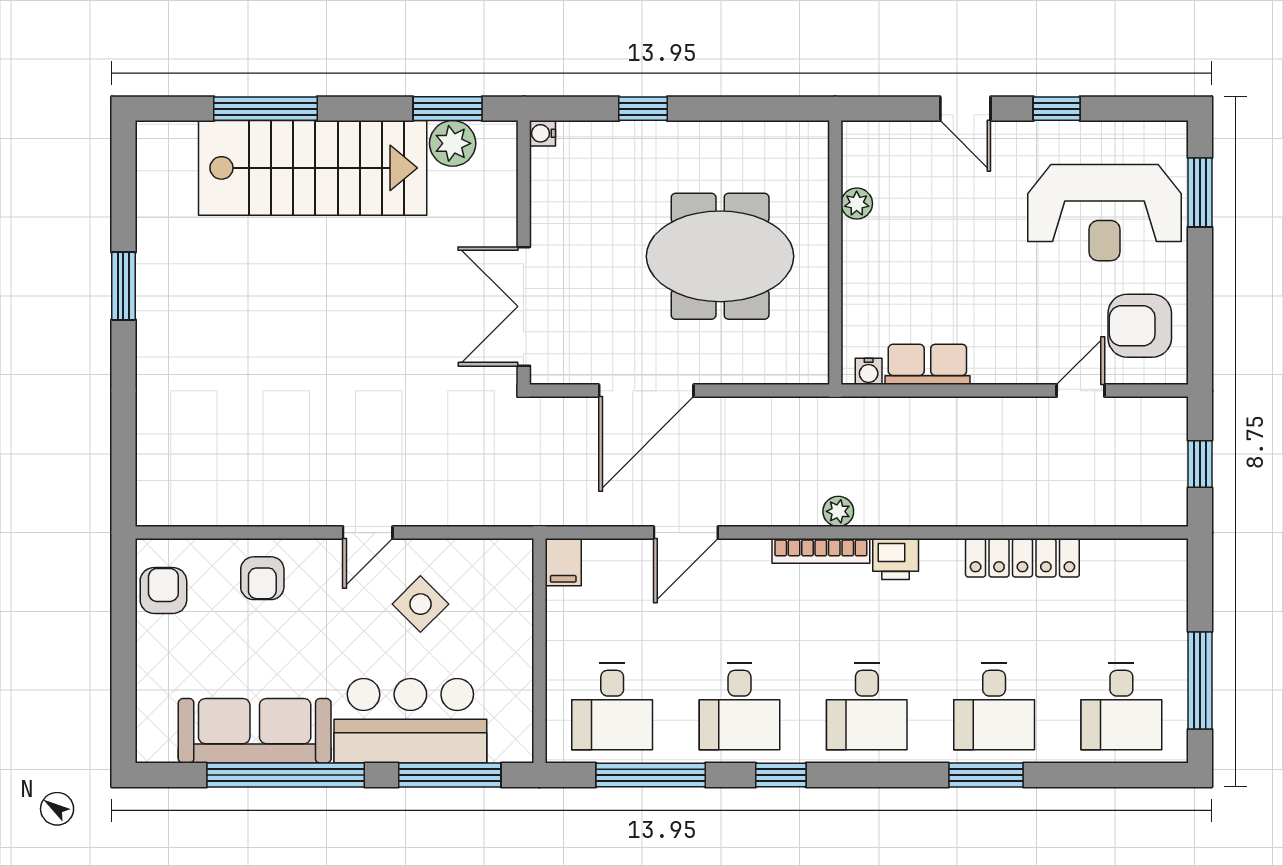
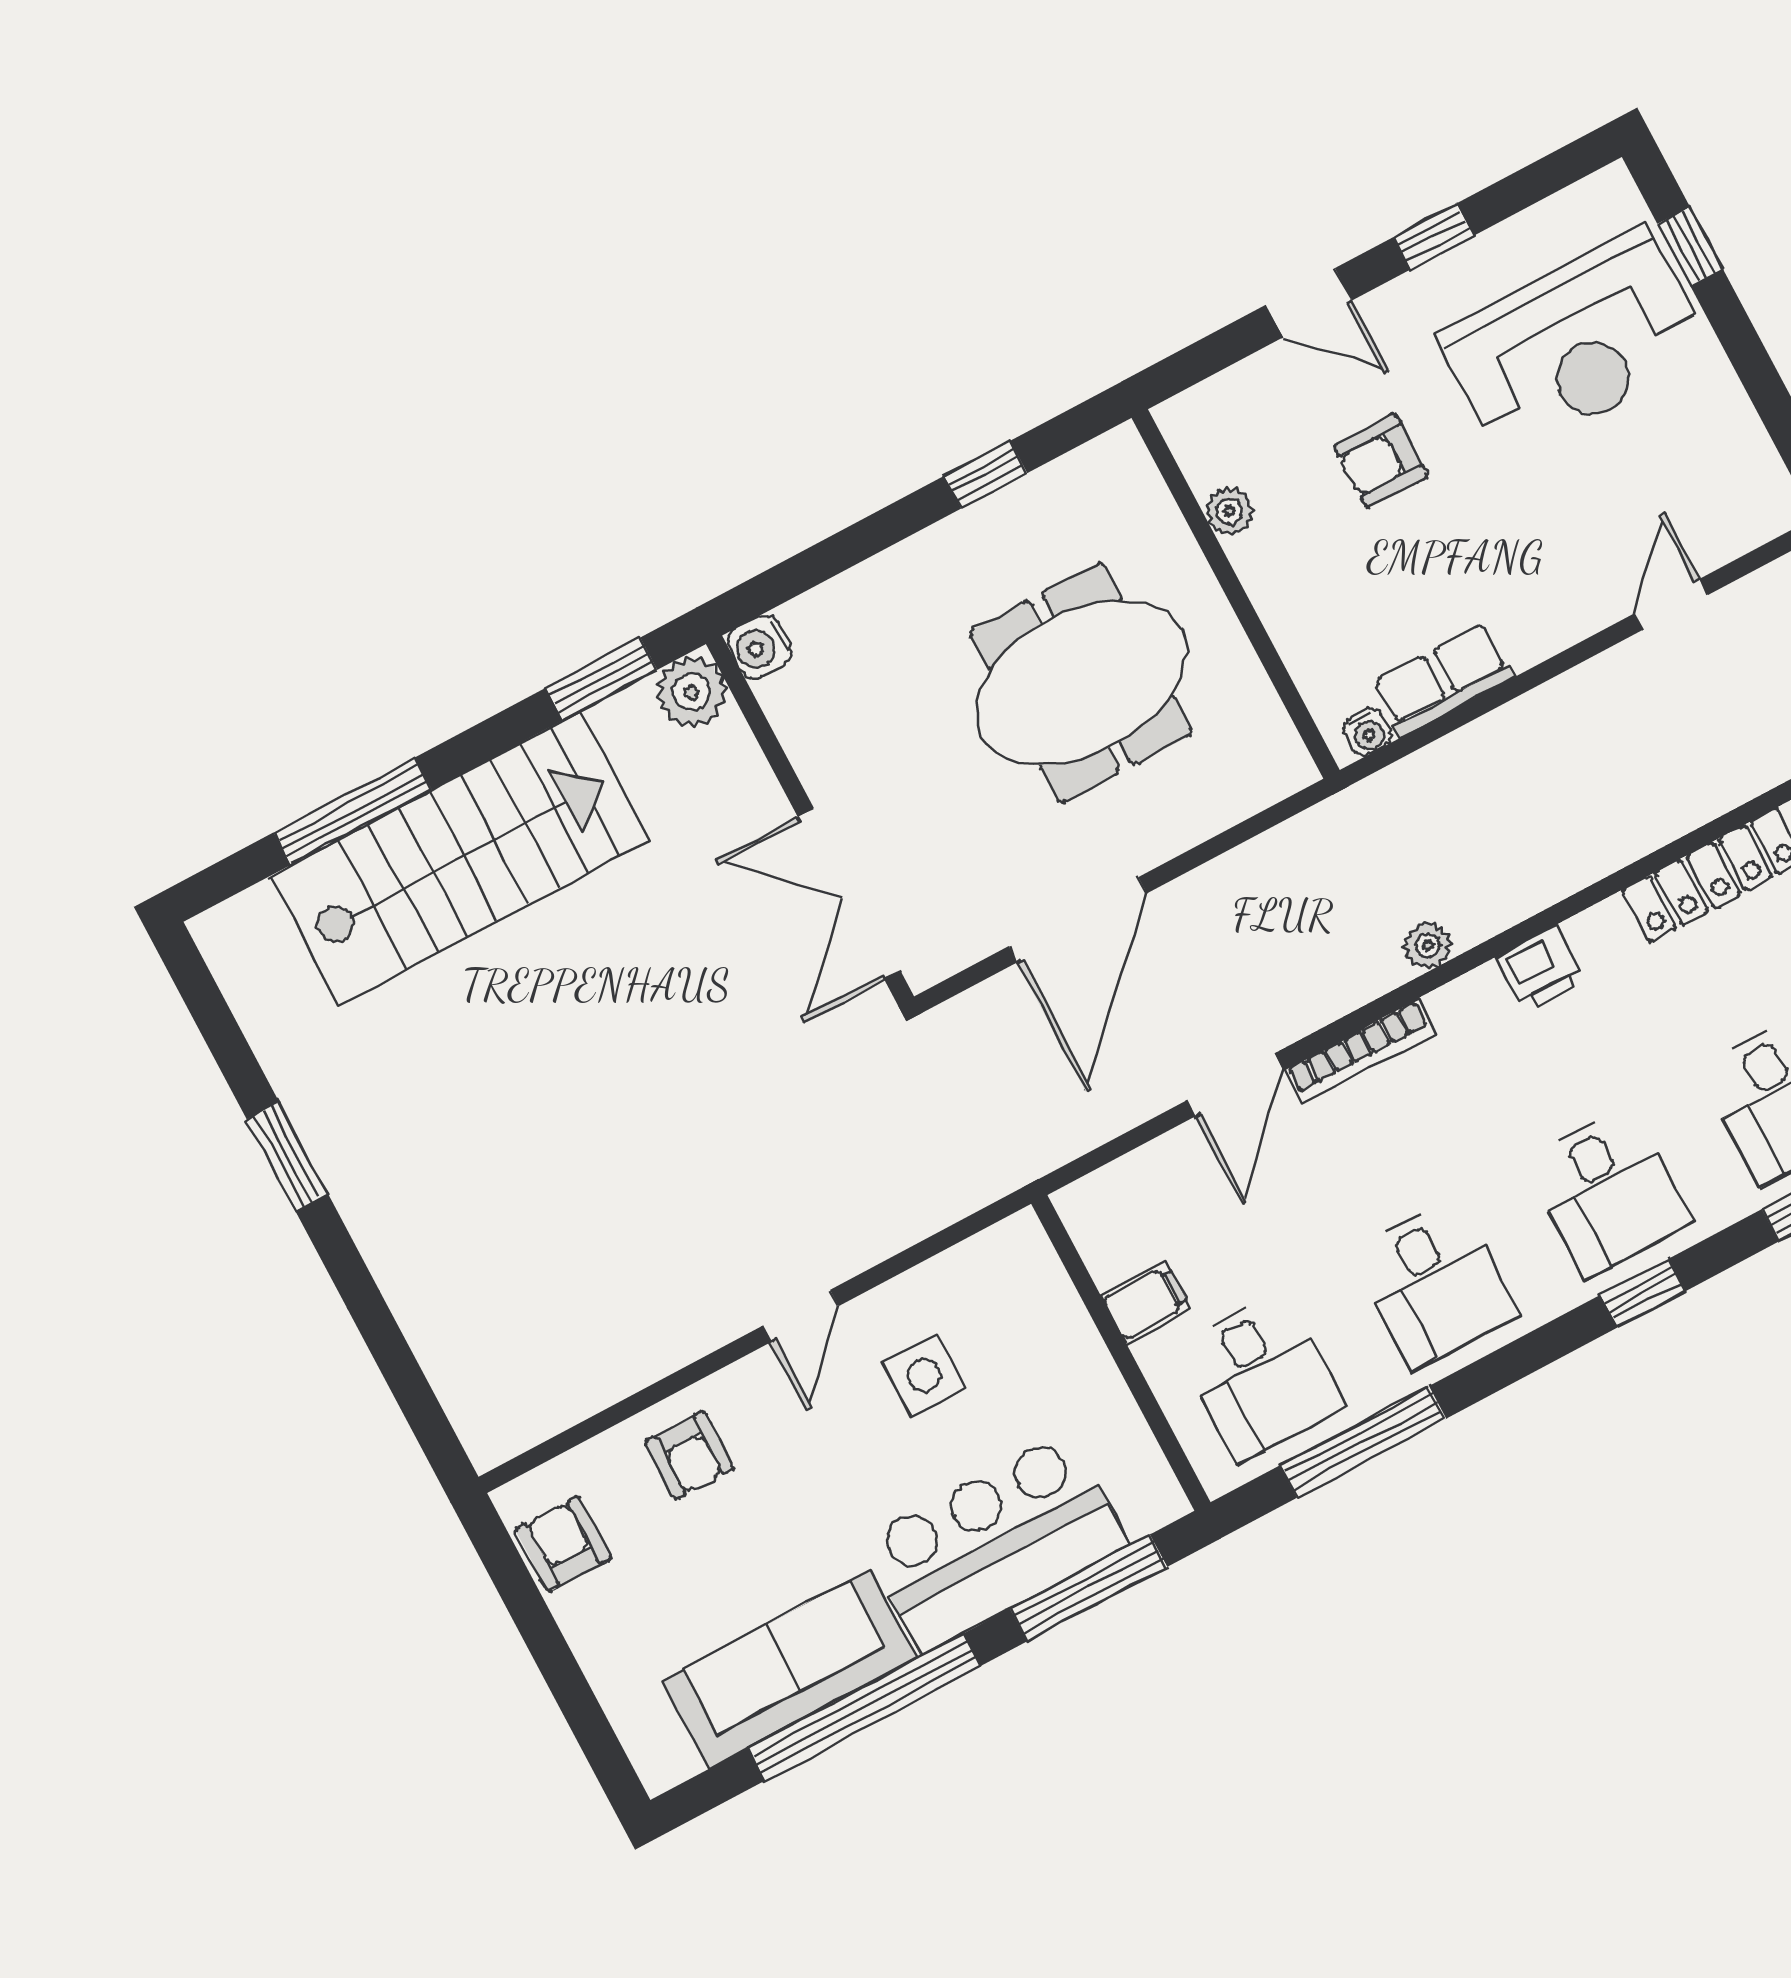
window: (643, 109) -> (986, 475), moved
water cooler: (543, 133) -> (759, 647), width x1.38, depth x1.38
plant: (453, 143) -> (691, 692), moved
window: (1200, 192) -> (1690, 247), width x0.67
armchair: (1140, 326) -> (1381, 461), moved, width x0.72, depth x0.72
bookcase: (821, 551) -> (1360, 1051), moved
filing cabinet: (563, 562) -> (1146, 1302), moved, turned -90
side table: (420, 604) -> (924, 1376), turned 45
window: (781, 775) -> (1643, 1293), moved

